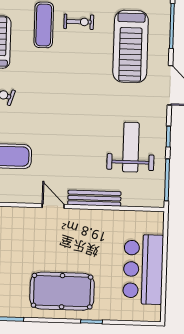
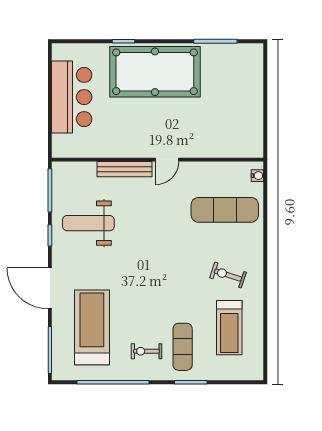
weight bench: (131, 147) -> (88, 223), turned 90
door: (53, 206) -> (167, 160), hinge flipped
pool table: (62, 291) -> (155, 72), width x1.36, depth x1.32

